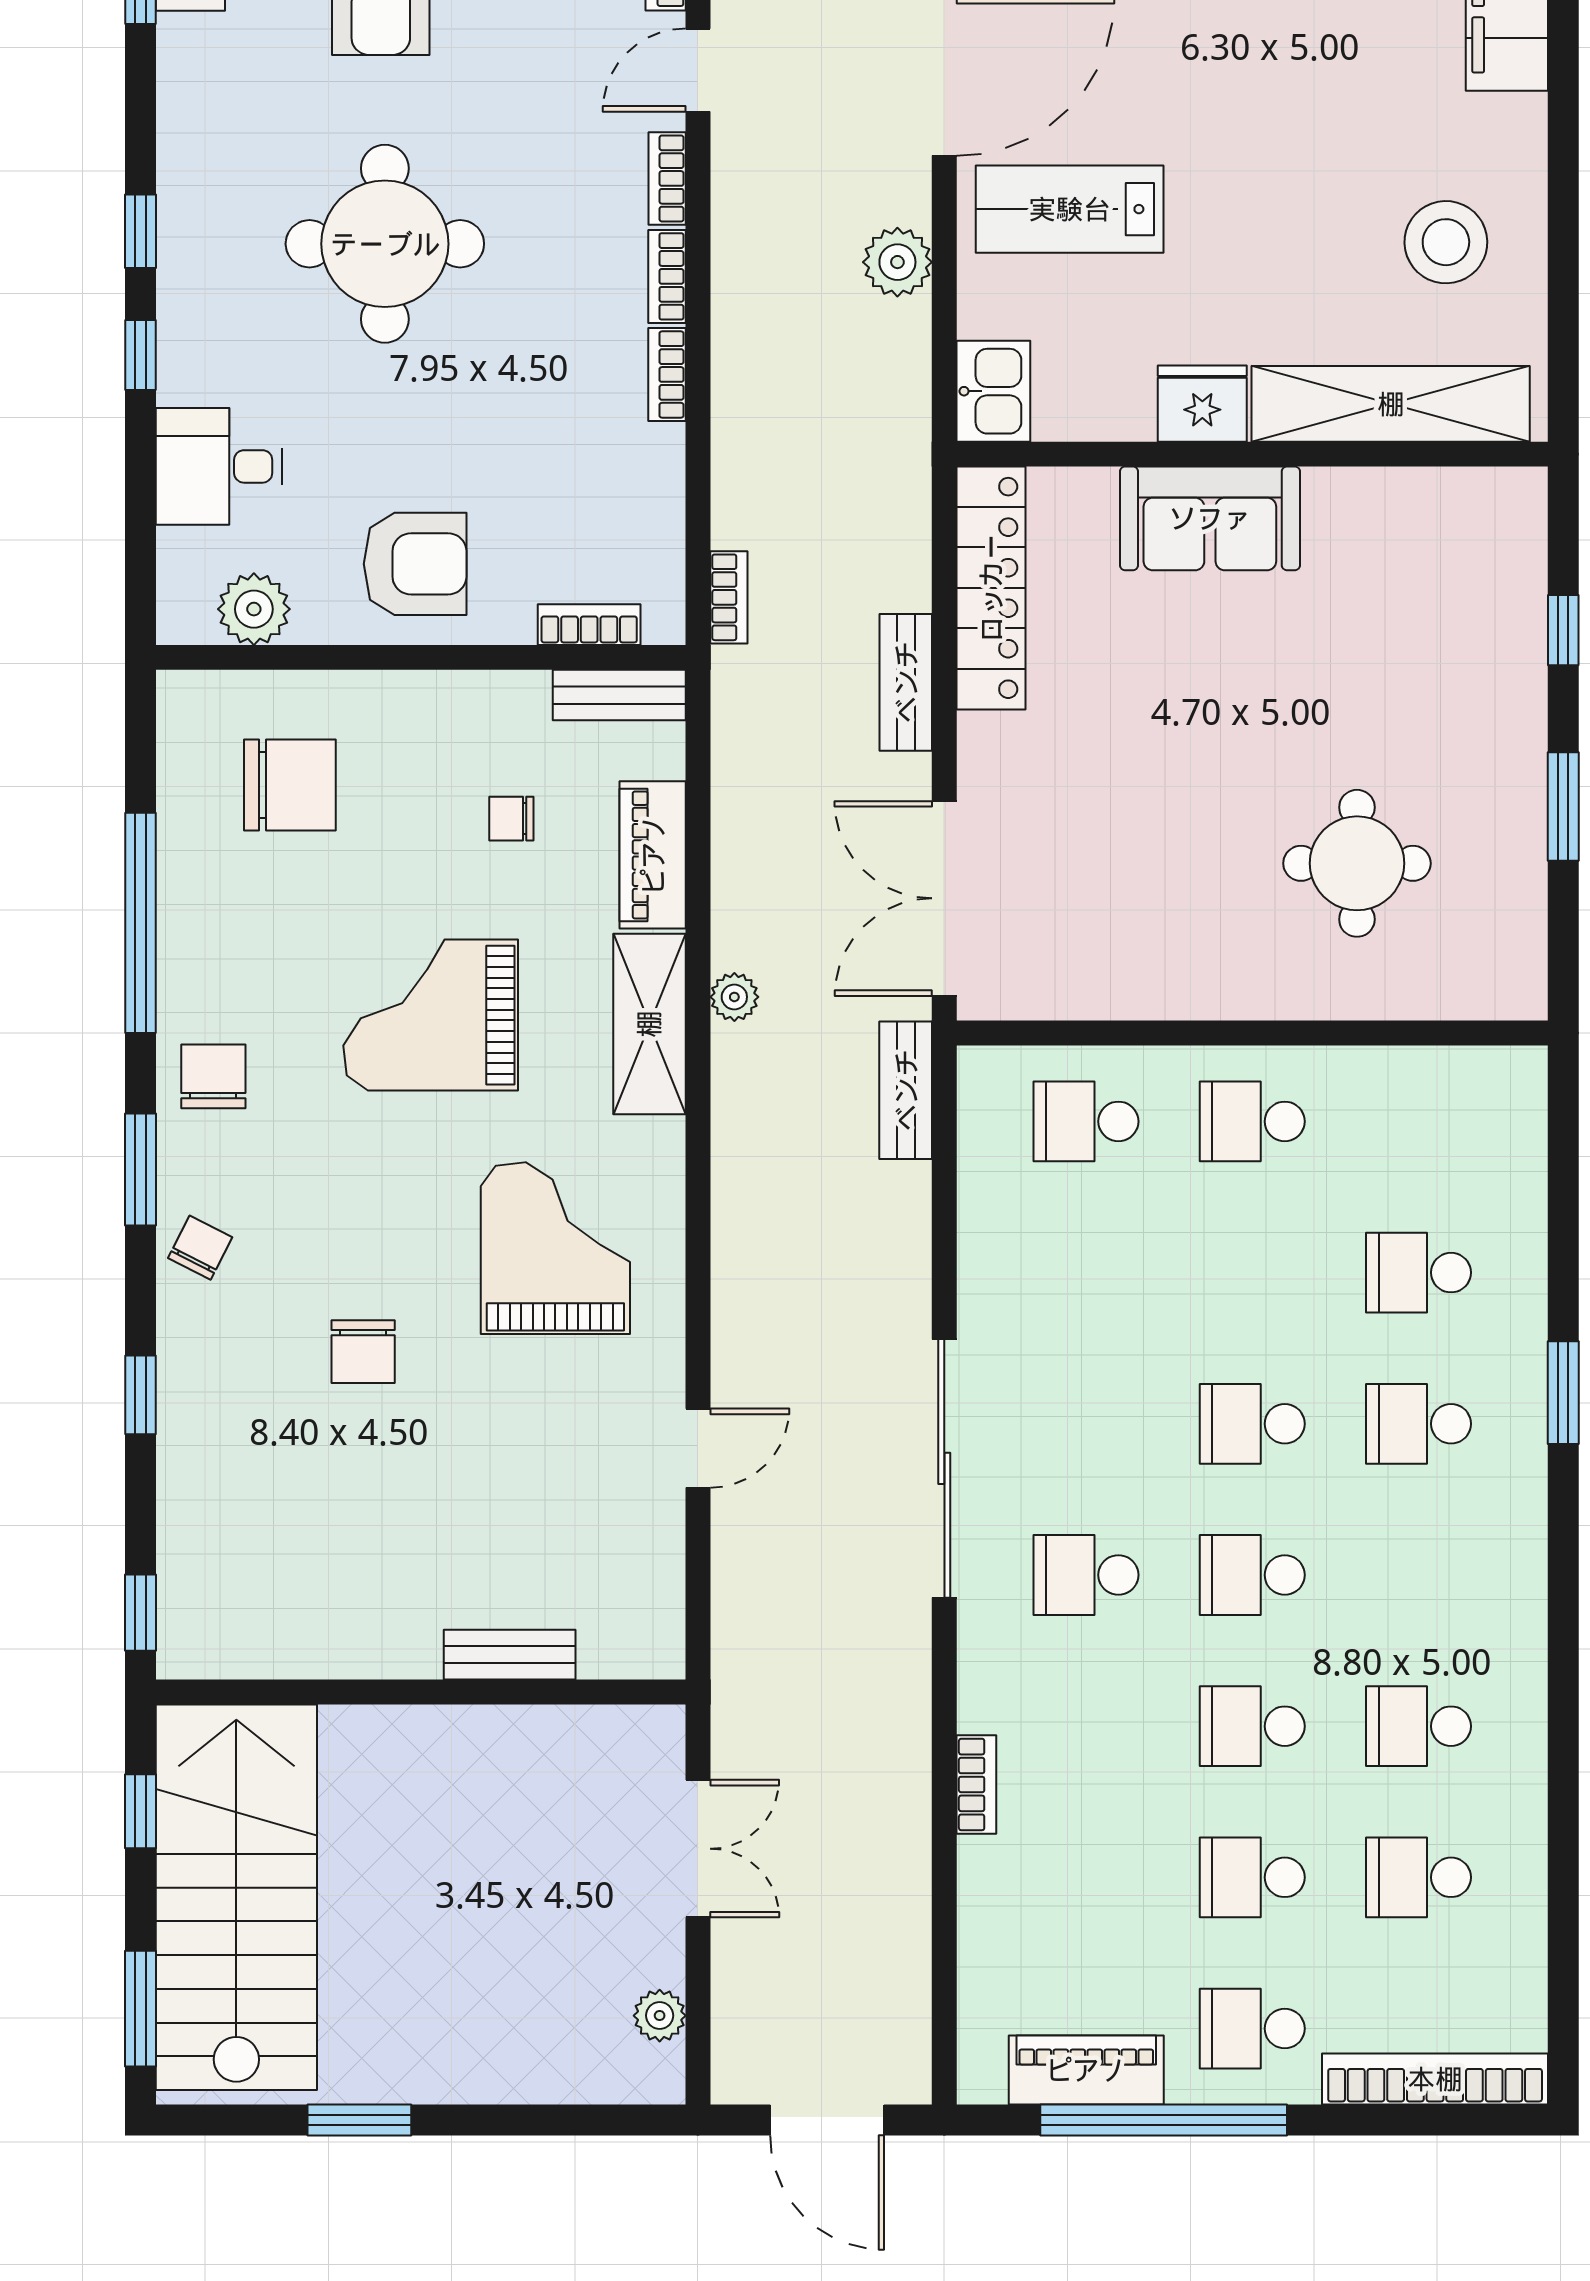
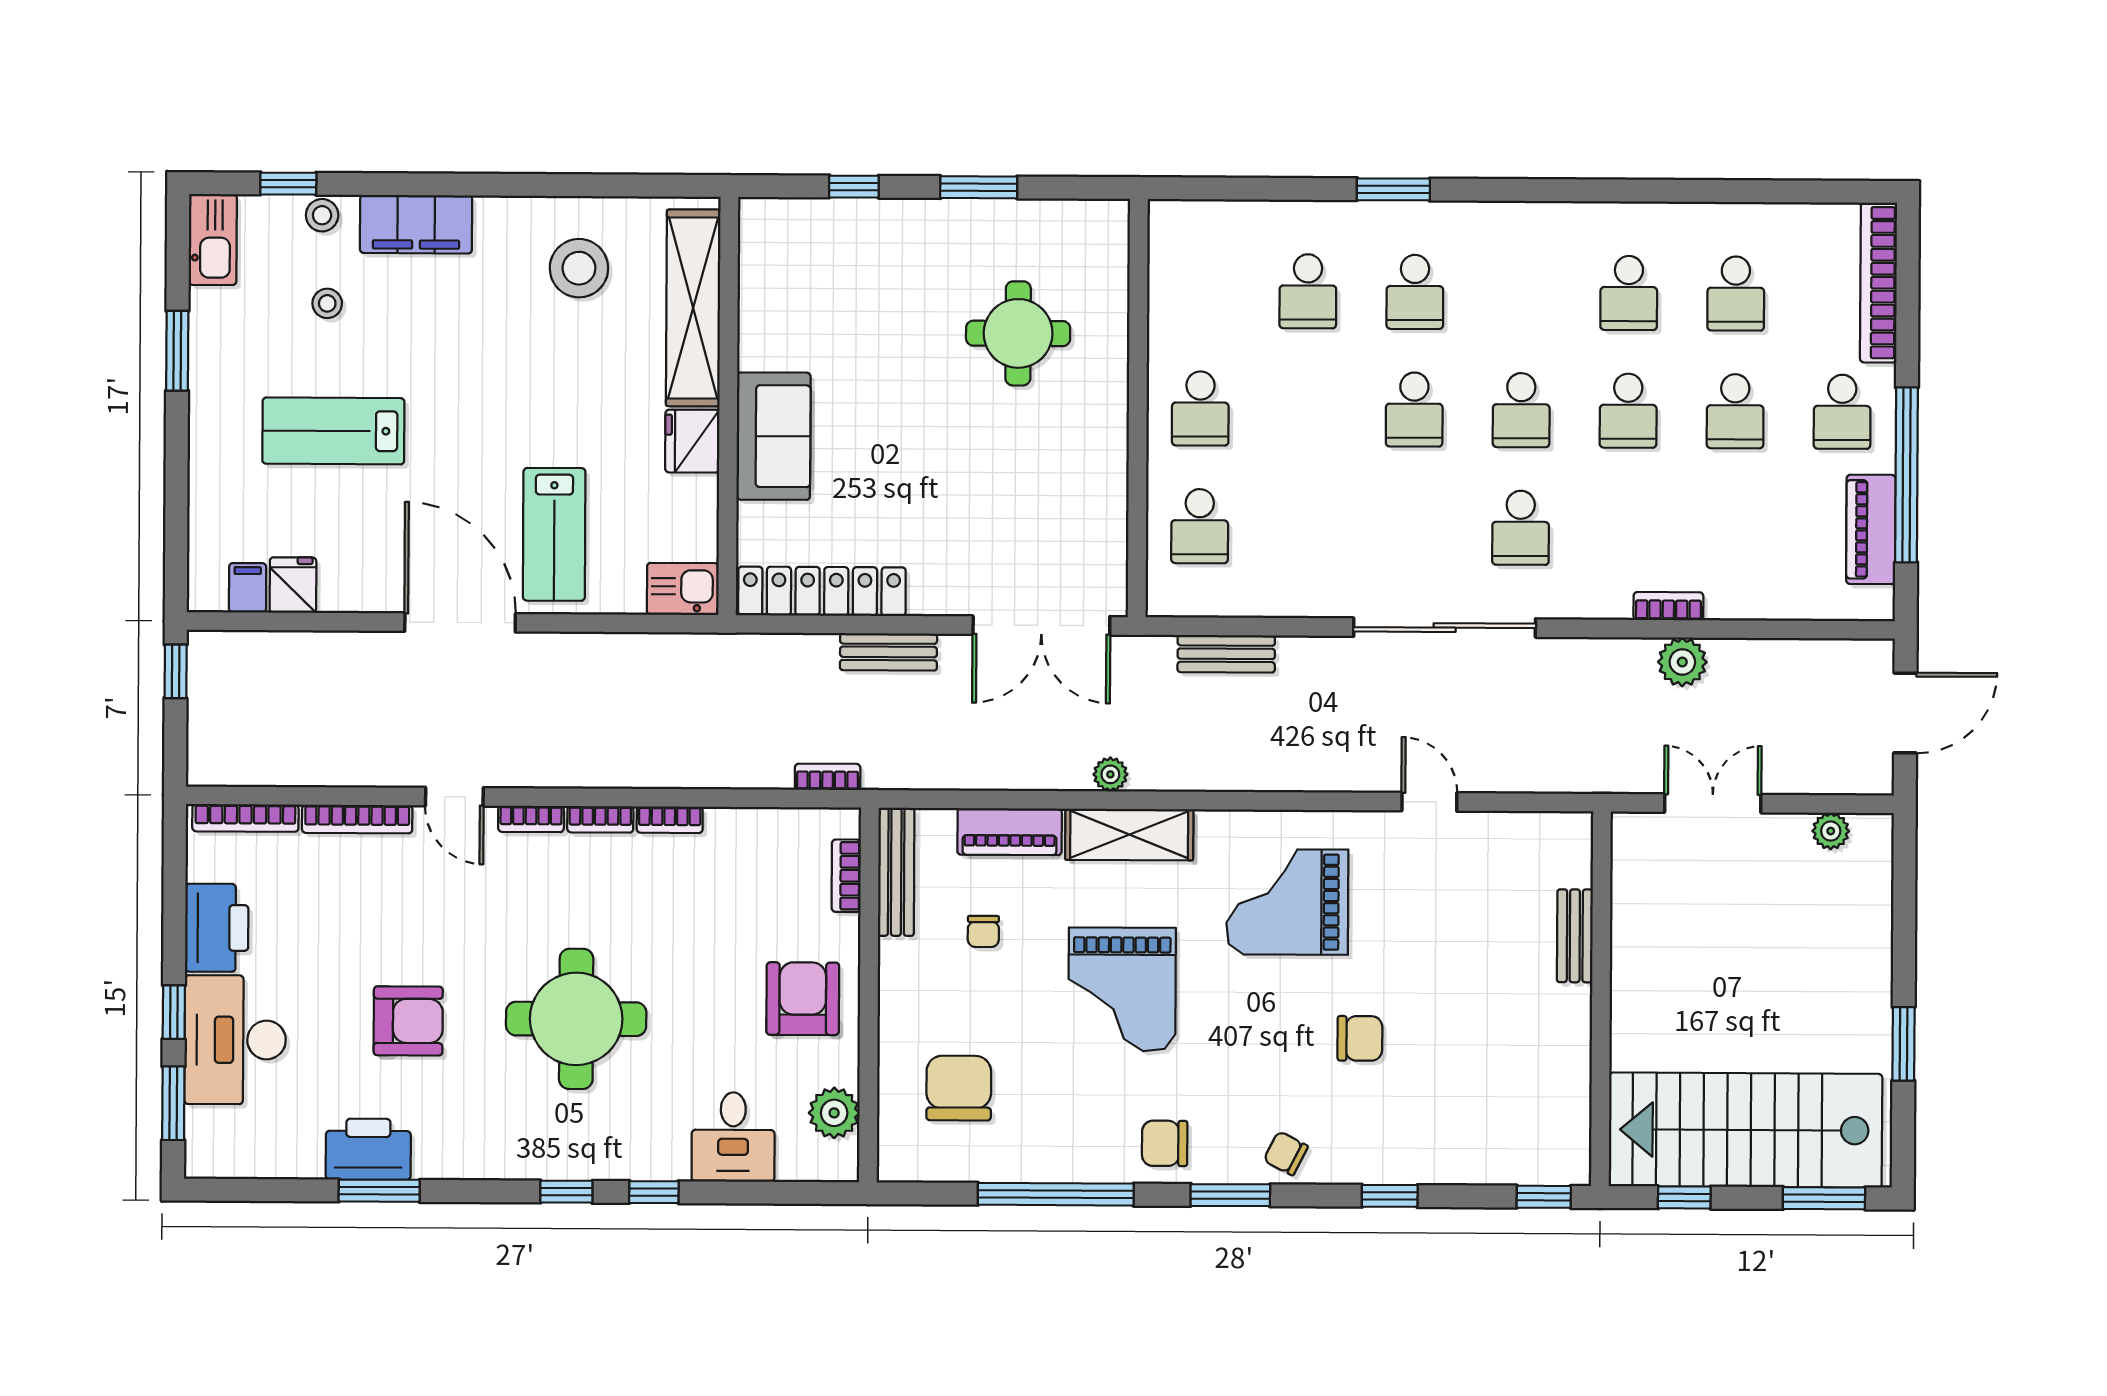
plant: (897, 262) -> (1682, 662), moved
bench: (619, 695) -> (896, 872), width x1.36
bench: (906, 1090) -> (1226, 654), moved

